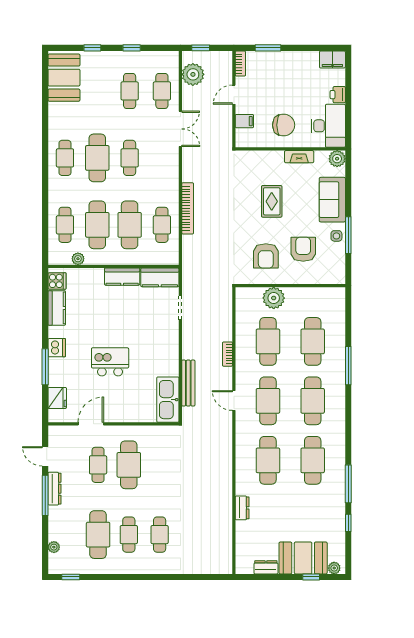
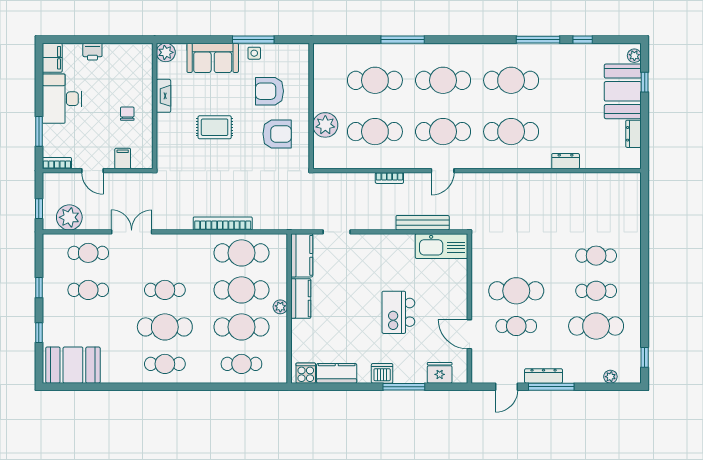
chair: (284, 125) -> (127, 114), width x0.54, depth x0.54
desk: (328, 126) -> (62, 99), moved, turned -90
cafe table: (162, 225) -> (241, 253), width x1.37, depth x1.35
plant: (78, 259) -> (280, 307), moved

